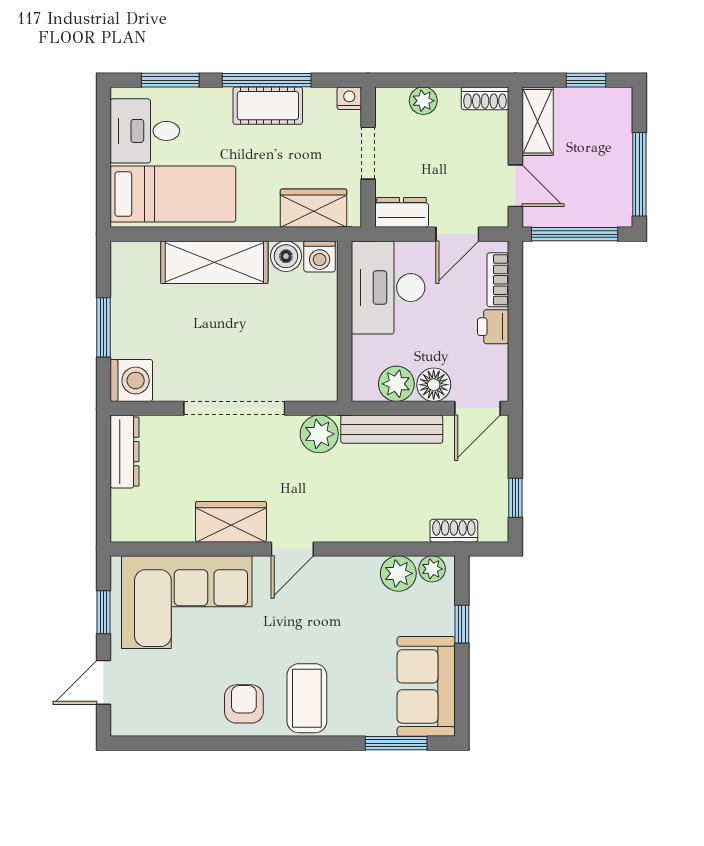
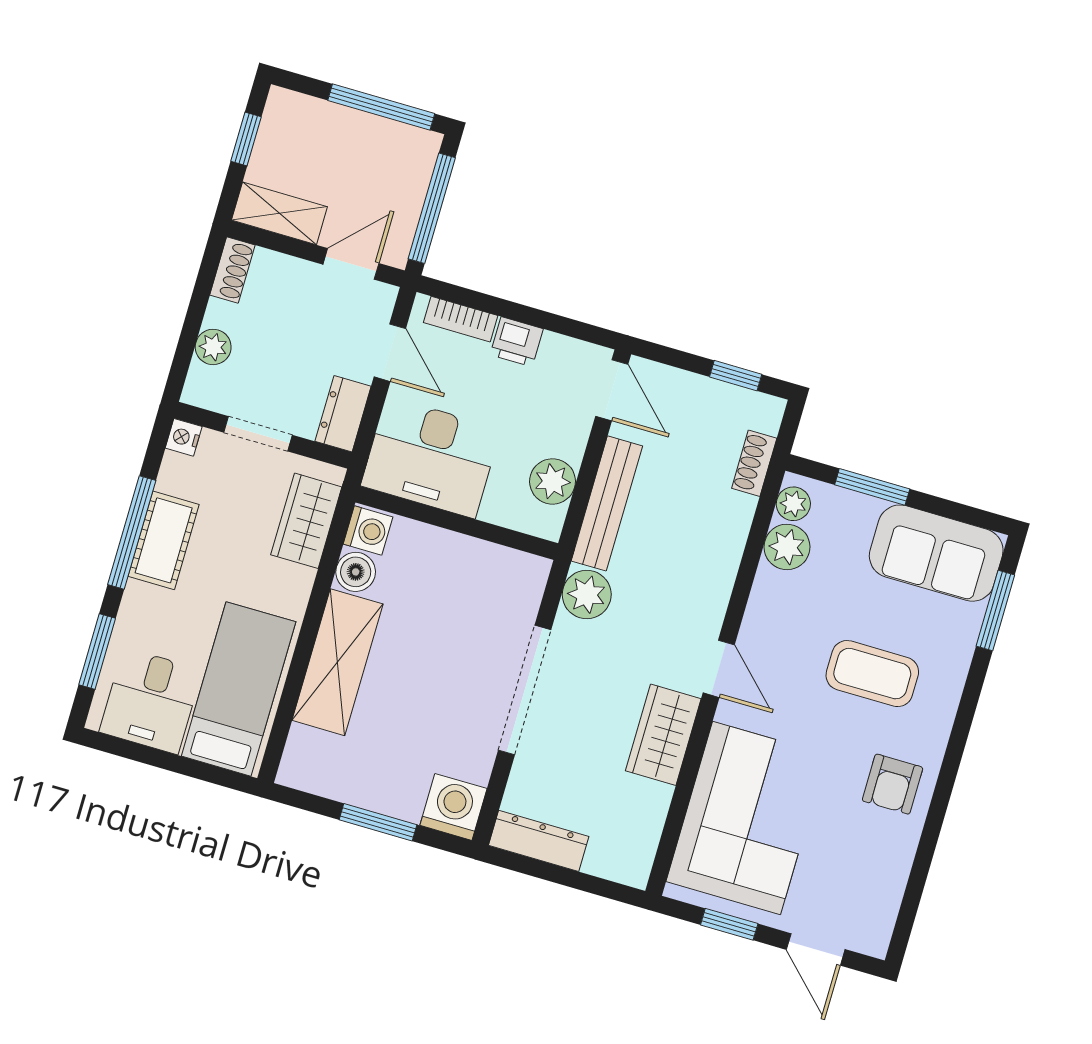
floor lamp: (434, 385) -> (567, 436), removed
window: (462, 624) -> (872, 487), width x1.50
coffee table: (307, 698) -> (872, 674), moved
armchair: (244, 704) -> (893, 784), turned -90

